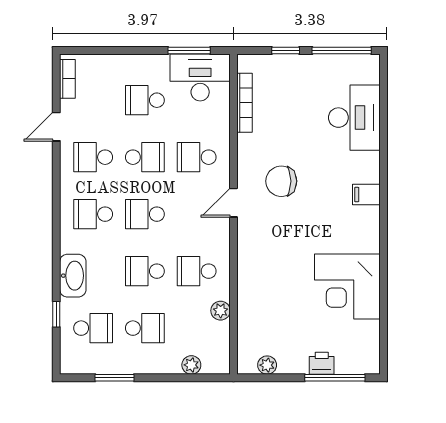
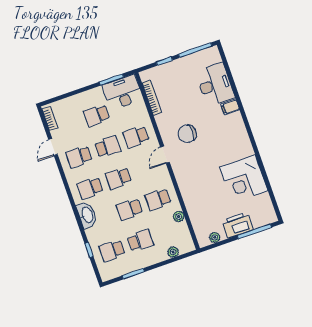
filing cabinet: (366, 195) -> (230, 107), moved
washbasin: (73, 276) -> (87, 215), moved
school desk: (93, 328) -> (112, 251), turned 180
printer: (322, 363) -> (237, 225), width x1.87, depth x1.48

